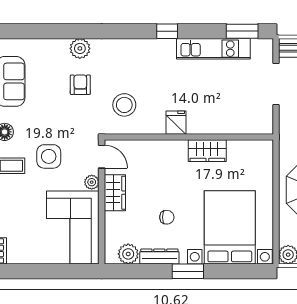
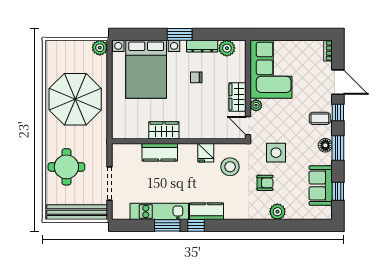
window: (242, 31) -> (167, 225), moved
plant: (80, 48) -> (277, 212), moved
kitchen counter: (154, 49) -> (206, 211), added
armchair: (80, 85) -> (265, 183), turned -90
fridge: (176, 123) -> (206, 153), moved
kitchen counter: (213, 123) -> (160, 152), added
side table: (49, 156) -> (276, 153), moved

